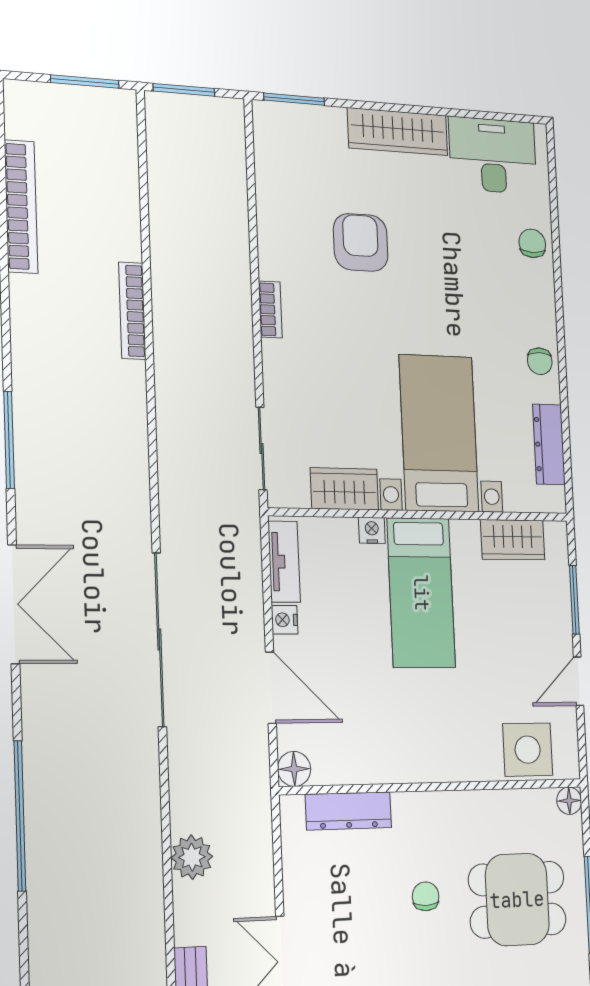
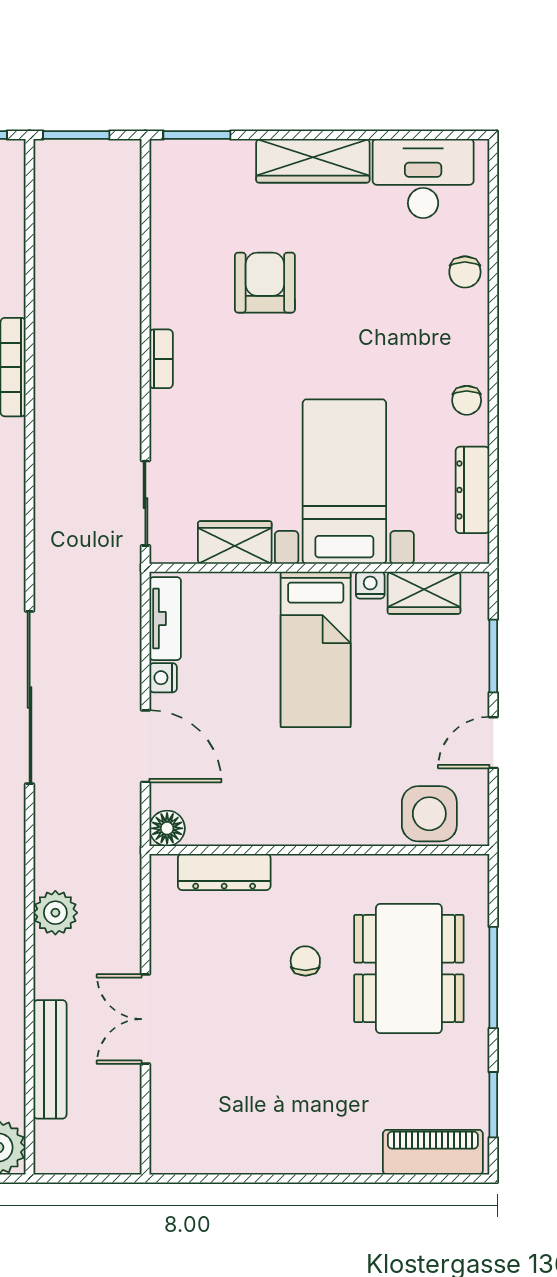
chair: (532, 243) -> (465, 272), turned 180
nightstand: (372, 530) -> (370, 585), moved
floor lamp: (569, 801) -> (475, 868), removed
dining table: (517, 900) -> (409, 968), width x1.38

